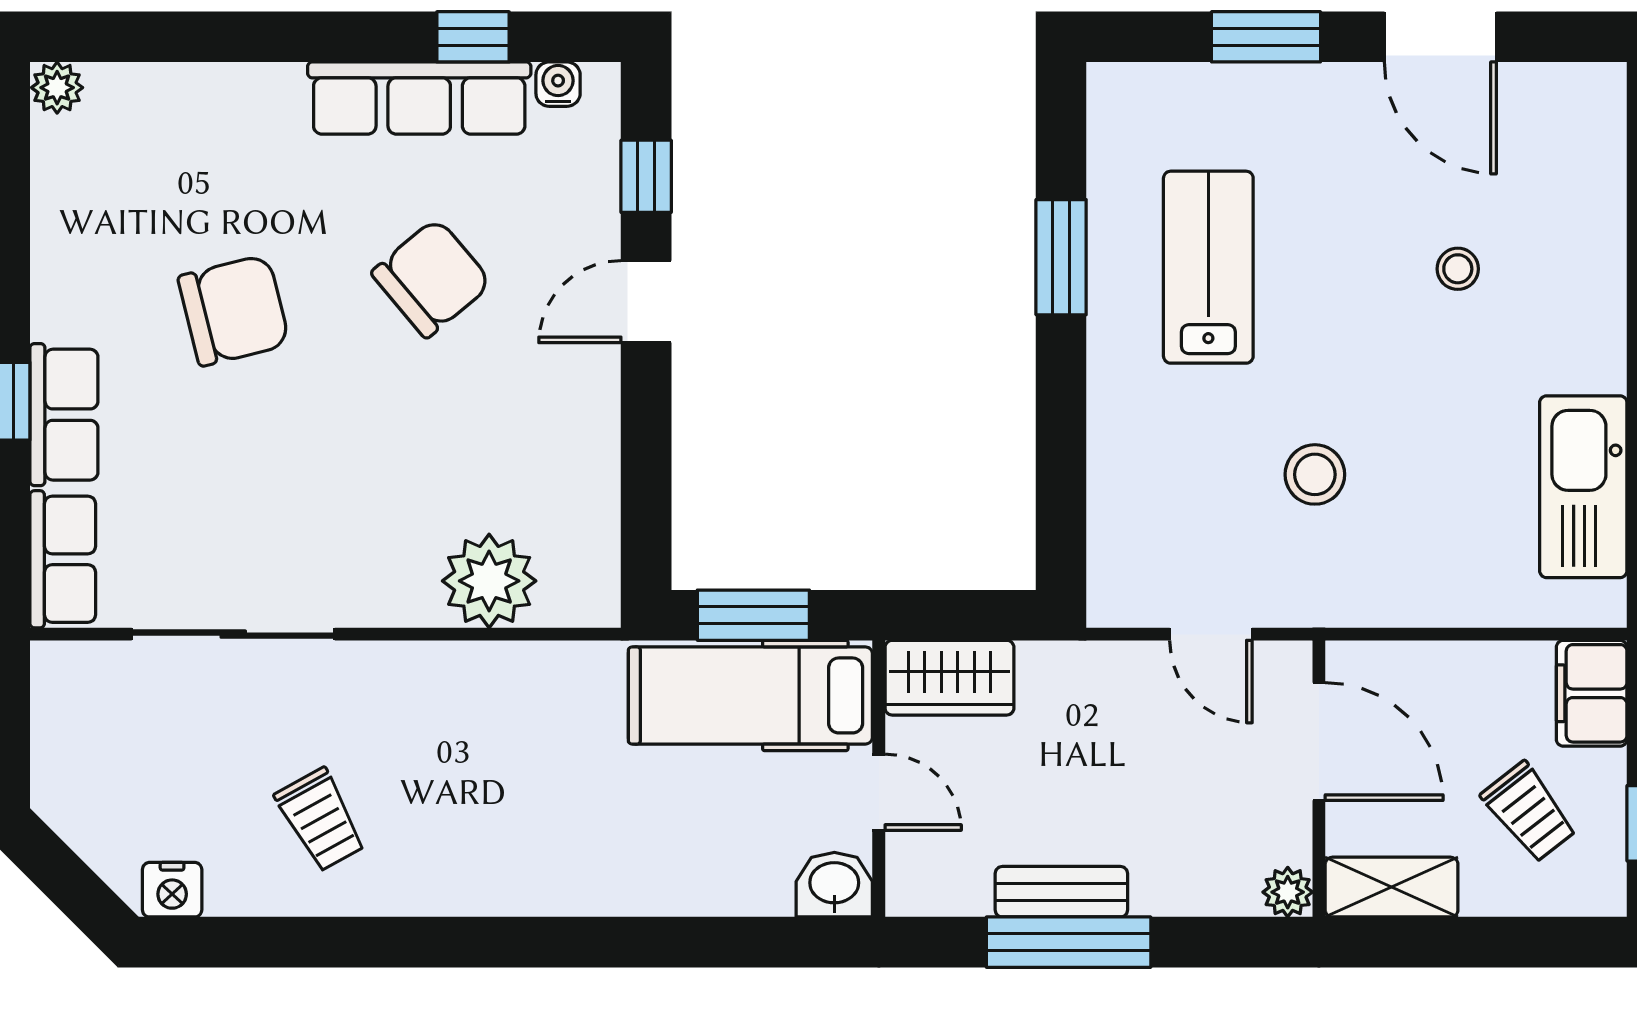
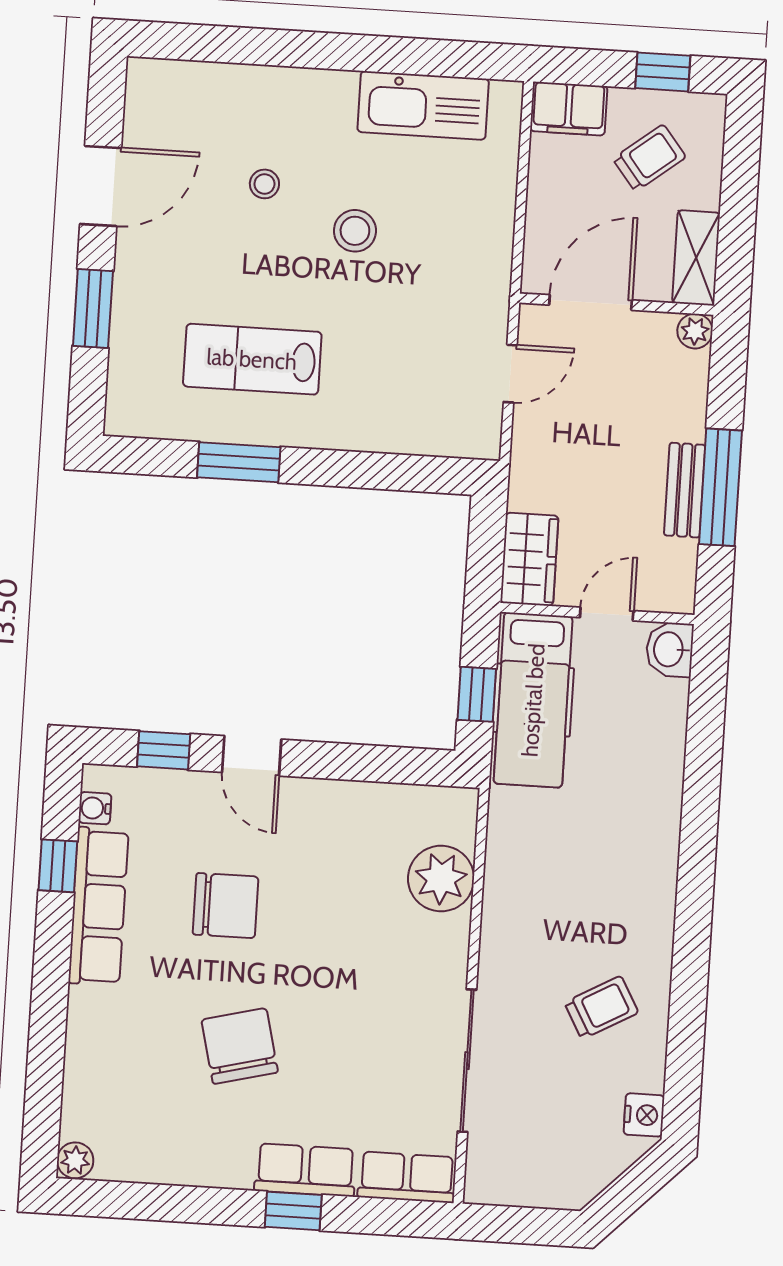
chair: (432, 278) -> (226, 906), turned 130
stool: (1315, 474) -> (355, 231), moved
window: (753, 615) -> (477, 694), width x0.67

